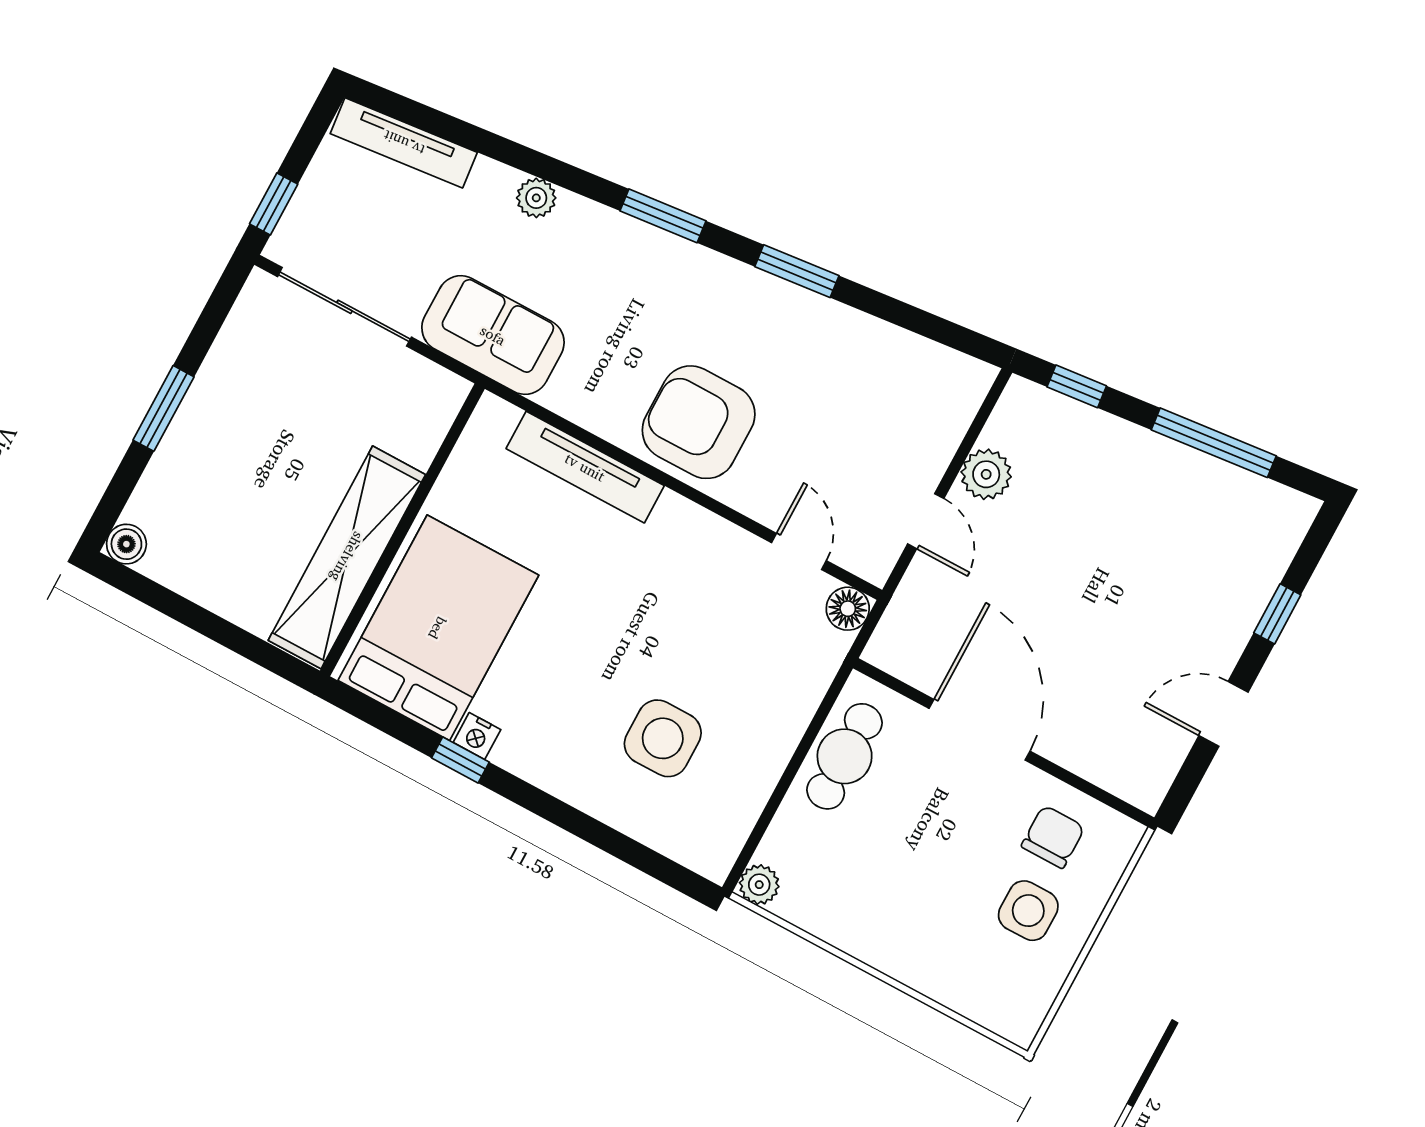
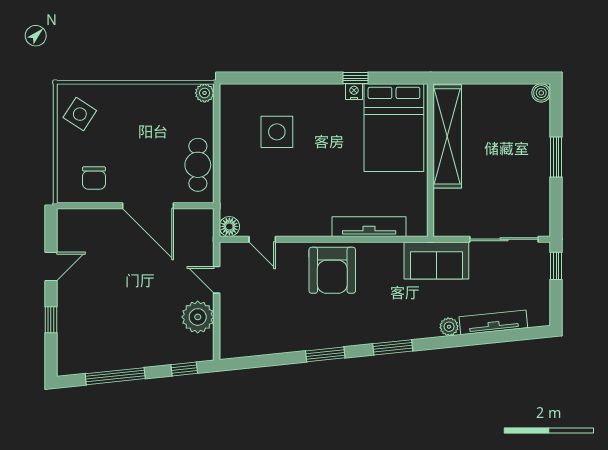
tv unit: (404, 143) -> (493, 322), moved
armchair: (699, 422) -> (332, 270), turned 90
plant: (986, 474) -> (198, 317), width x1.36, depth x1.36
side table: (1028, 911) -> (80, 114), moved, turned 33

